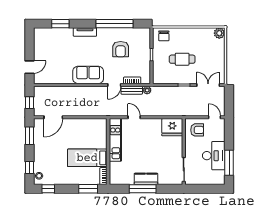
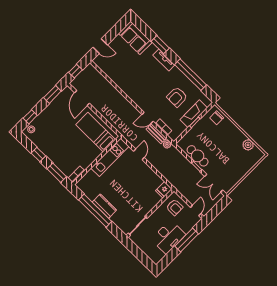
window: (60, 24) -> (160, 45), moved
plant: (219, 33) -> (248, 145), moved
fireplace: (144, 49) -> (194, 114), added
cafe table: (182, 59) -> (198, 156), moved
sofa: (88, 75) -> (135, 38), moved, turned 180
double door: (208, 85) -> (214, 183), swing flipped
door: (53, 117) -> (82, 98), hinge flipped
fridge: (172, 127) -> (164, 190), width x0.53, depth x0.75
bed: (87, 158) -> (96, 132), moved
window: (229, 163) -> (187, 240), moved
window: (48, 189) -> (38, 155), moved
window: (143, 189) -> (95, 211), width x1.46

